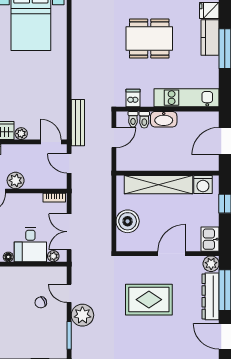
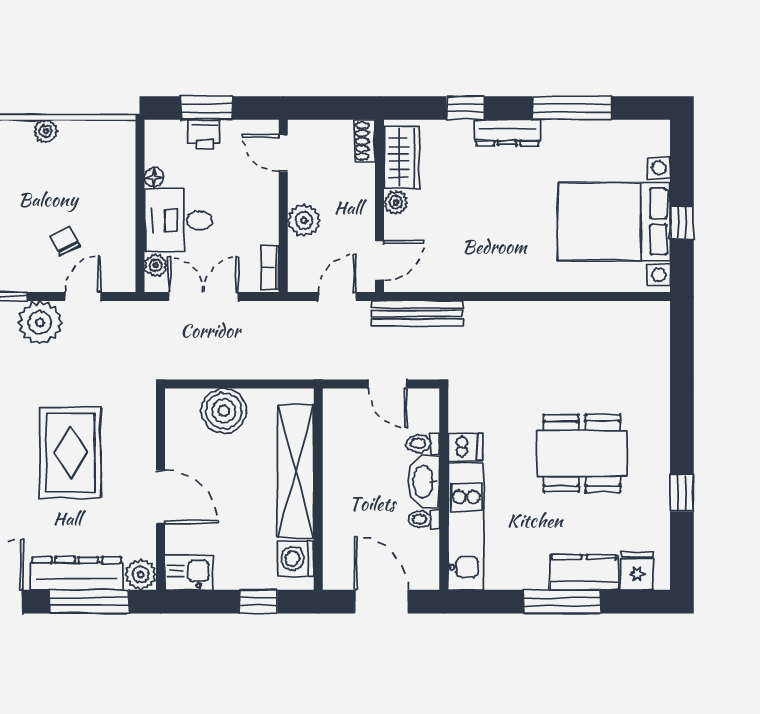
dining table: (149, 39) -> (582, 453), turned 90
dishwasher: (133, 98) -> (465, 447), moved
toilet: (133, 119) -> (424, 519), moved
plant: (16, 180) -> (304, 220), moved

